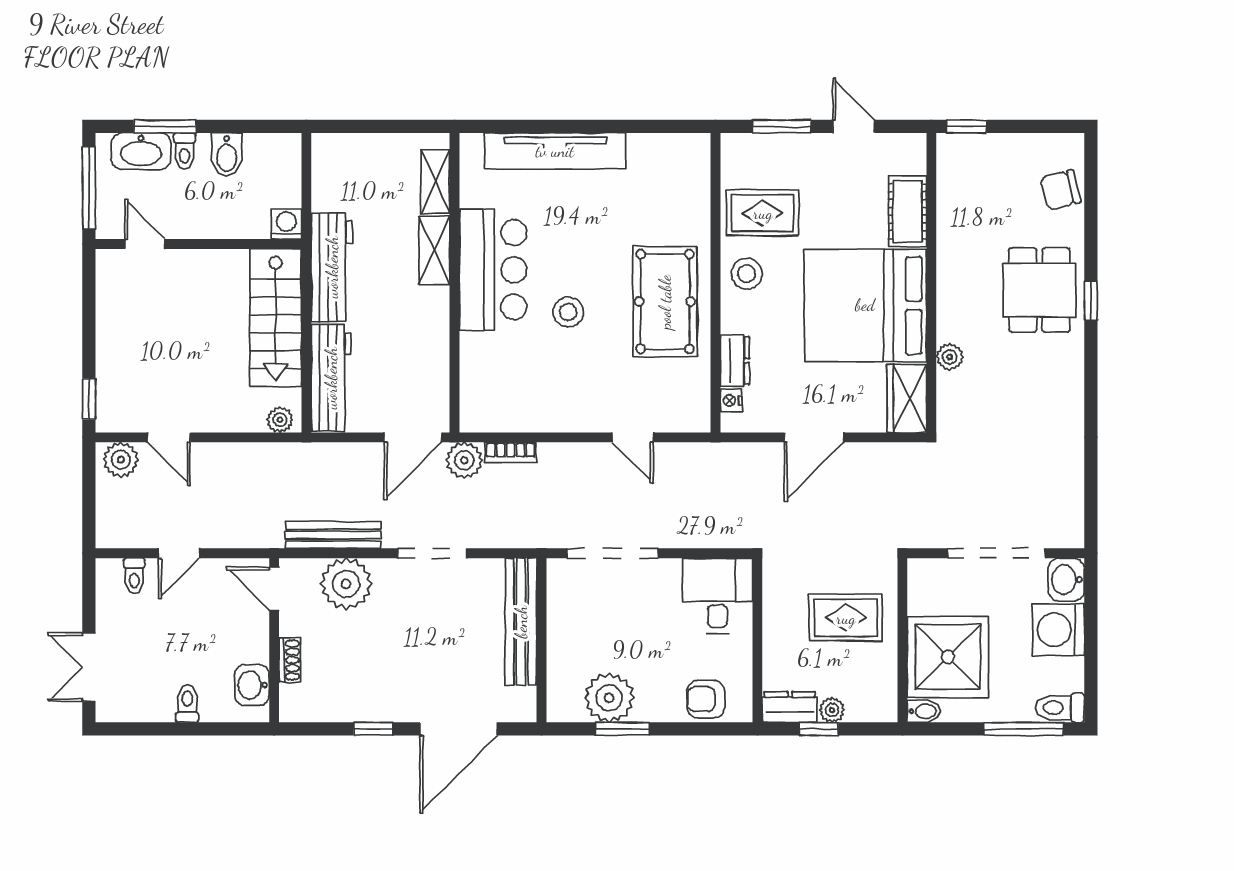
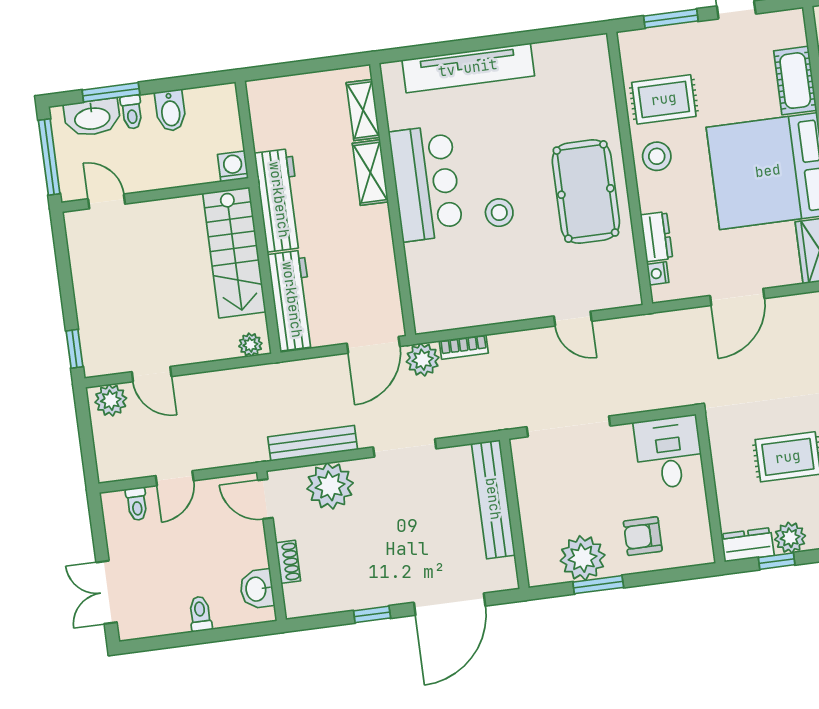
armchair: (706, 699) -> (643, 536), moved
plant: (832, 710) -> (790, 538), width x1.38, depth x1.38

